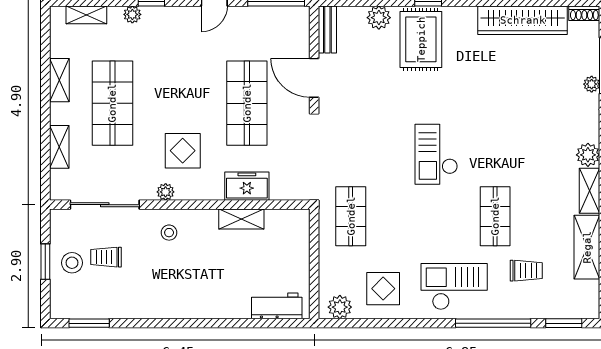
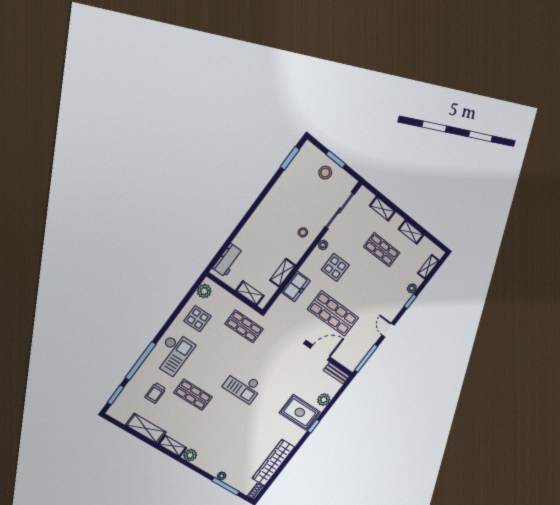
shop shelf: (112, 103) -> (382, 250), width x0.70, depth x0.74
checkout: (436, 154) -> (243, 386), turned 180
shelving: (300, 243) -> (250, 293), added
trolley: (106, 257) -> (315, 192), removed

